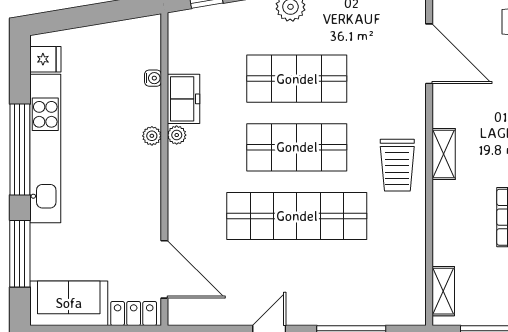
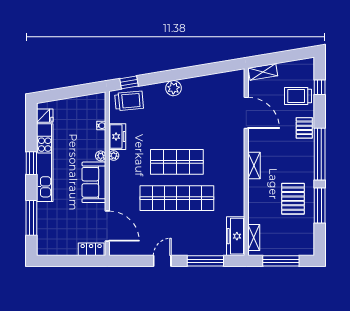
shop shelf: (297, 79) -> (177, 126), removed
window: (20, 150) -> (31, 163), width x0.47
trolley: (397, 165) -> (129, 101), moved, turned -95
freezer: (409, 289) -> (236, 236), added
sofa: (69, 303) -> (94, 182), moved, turned -90

